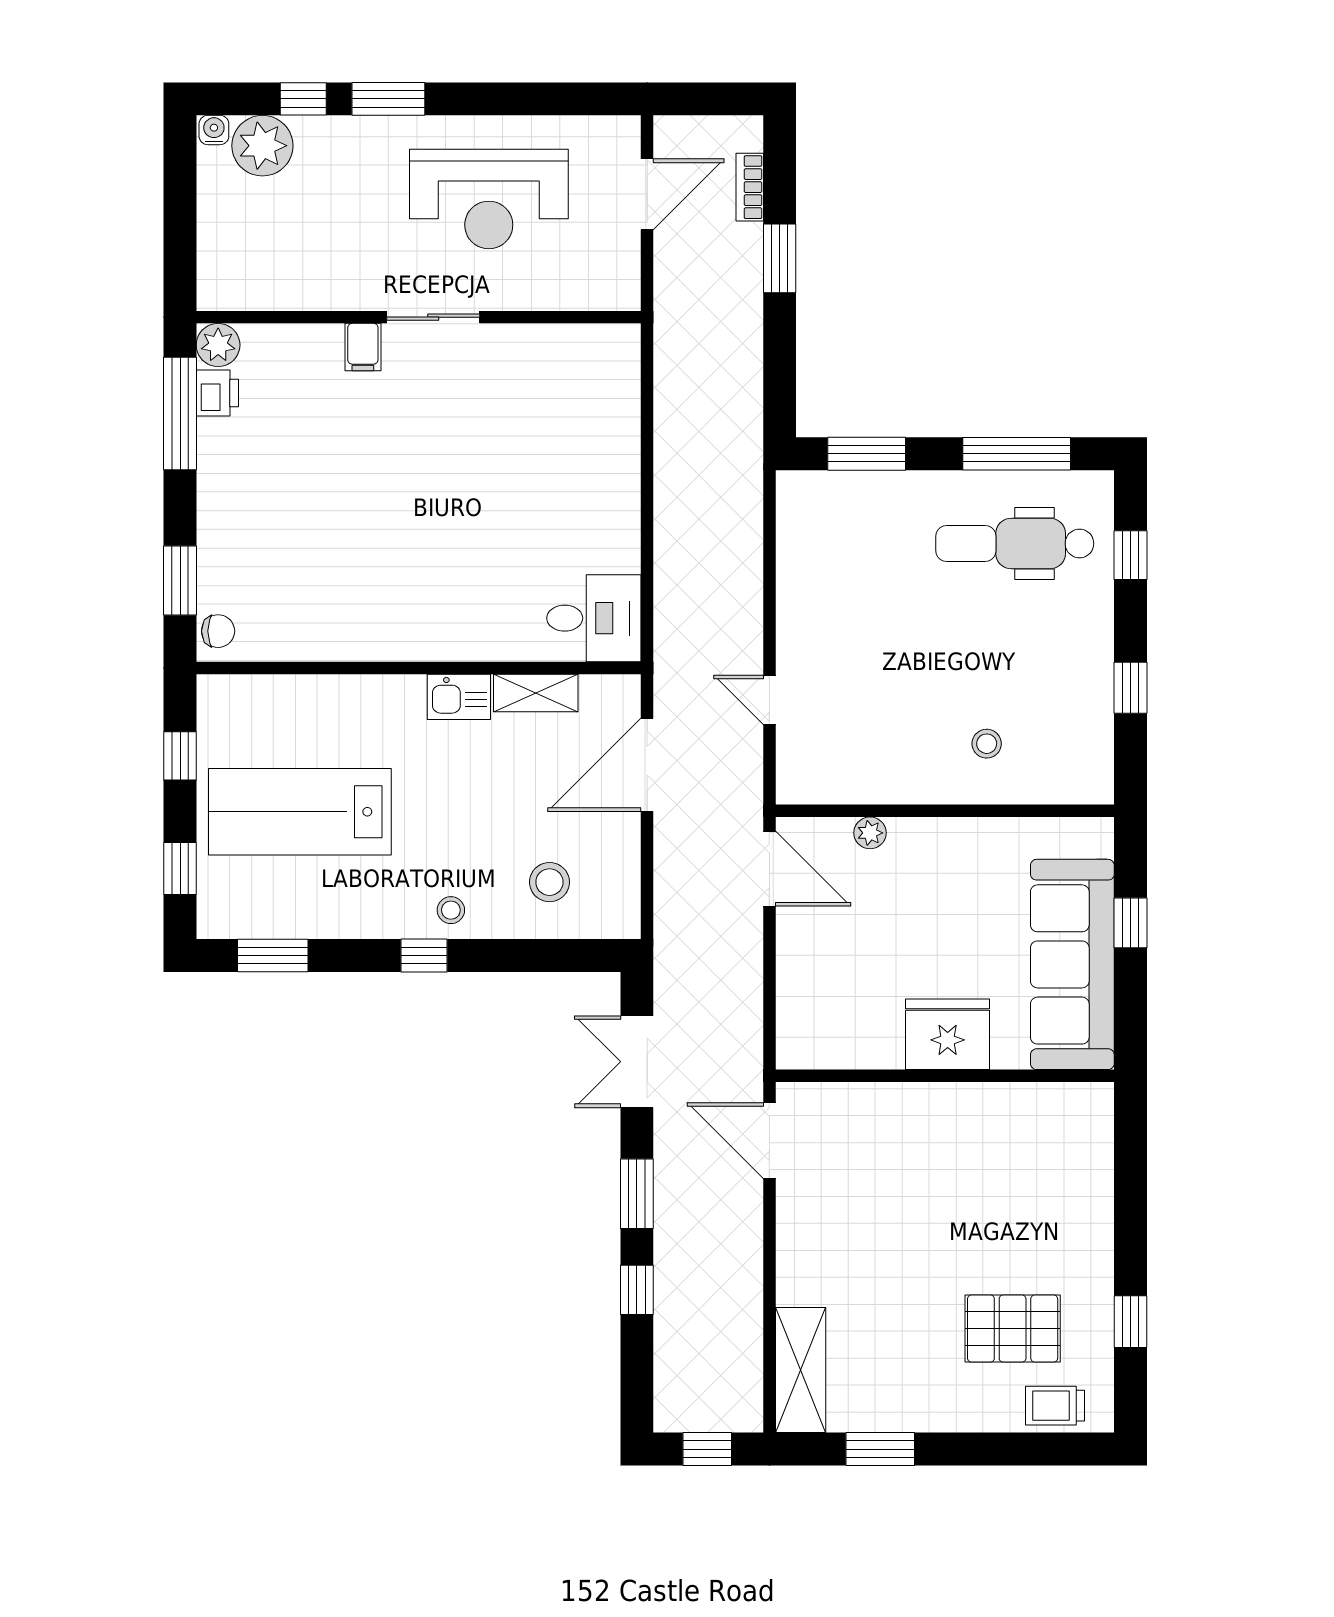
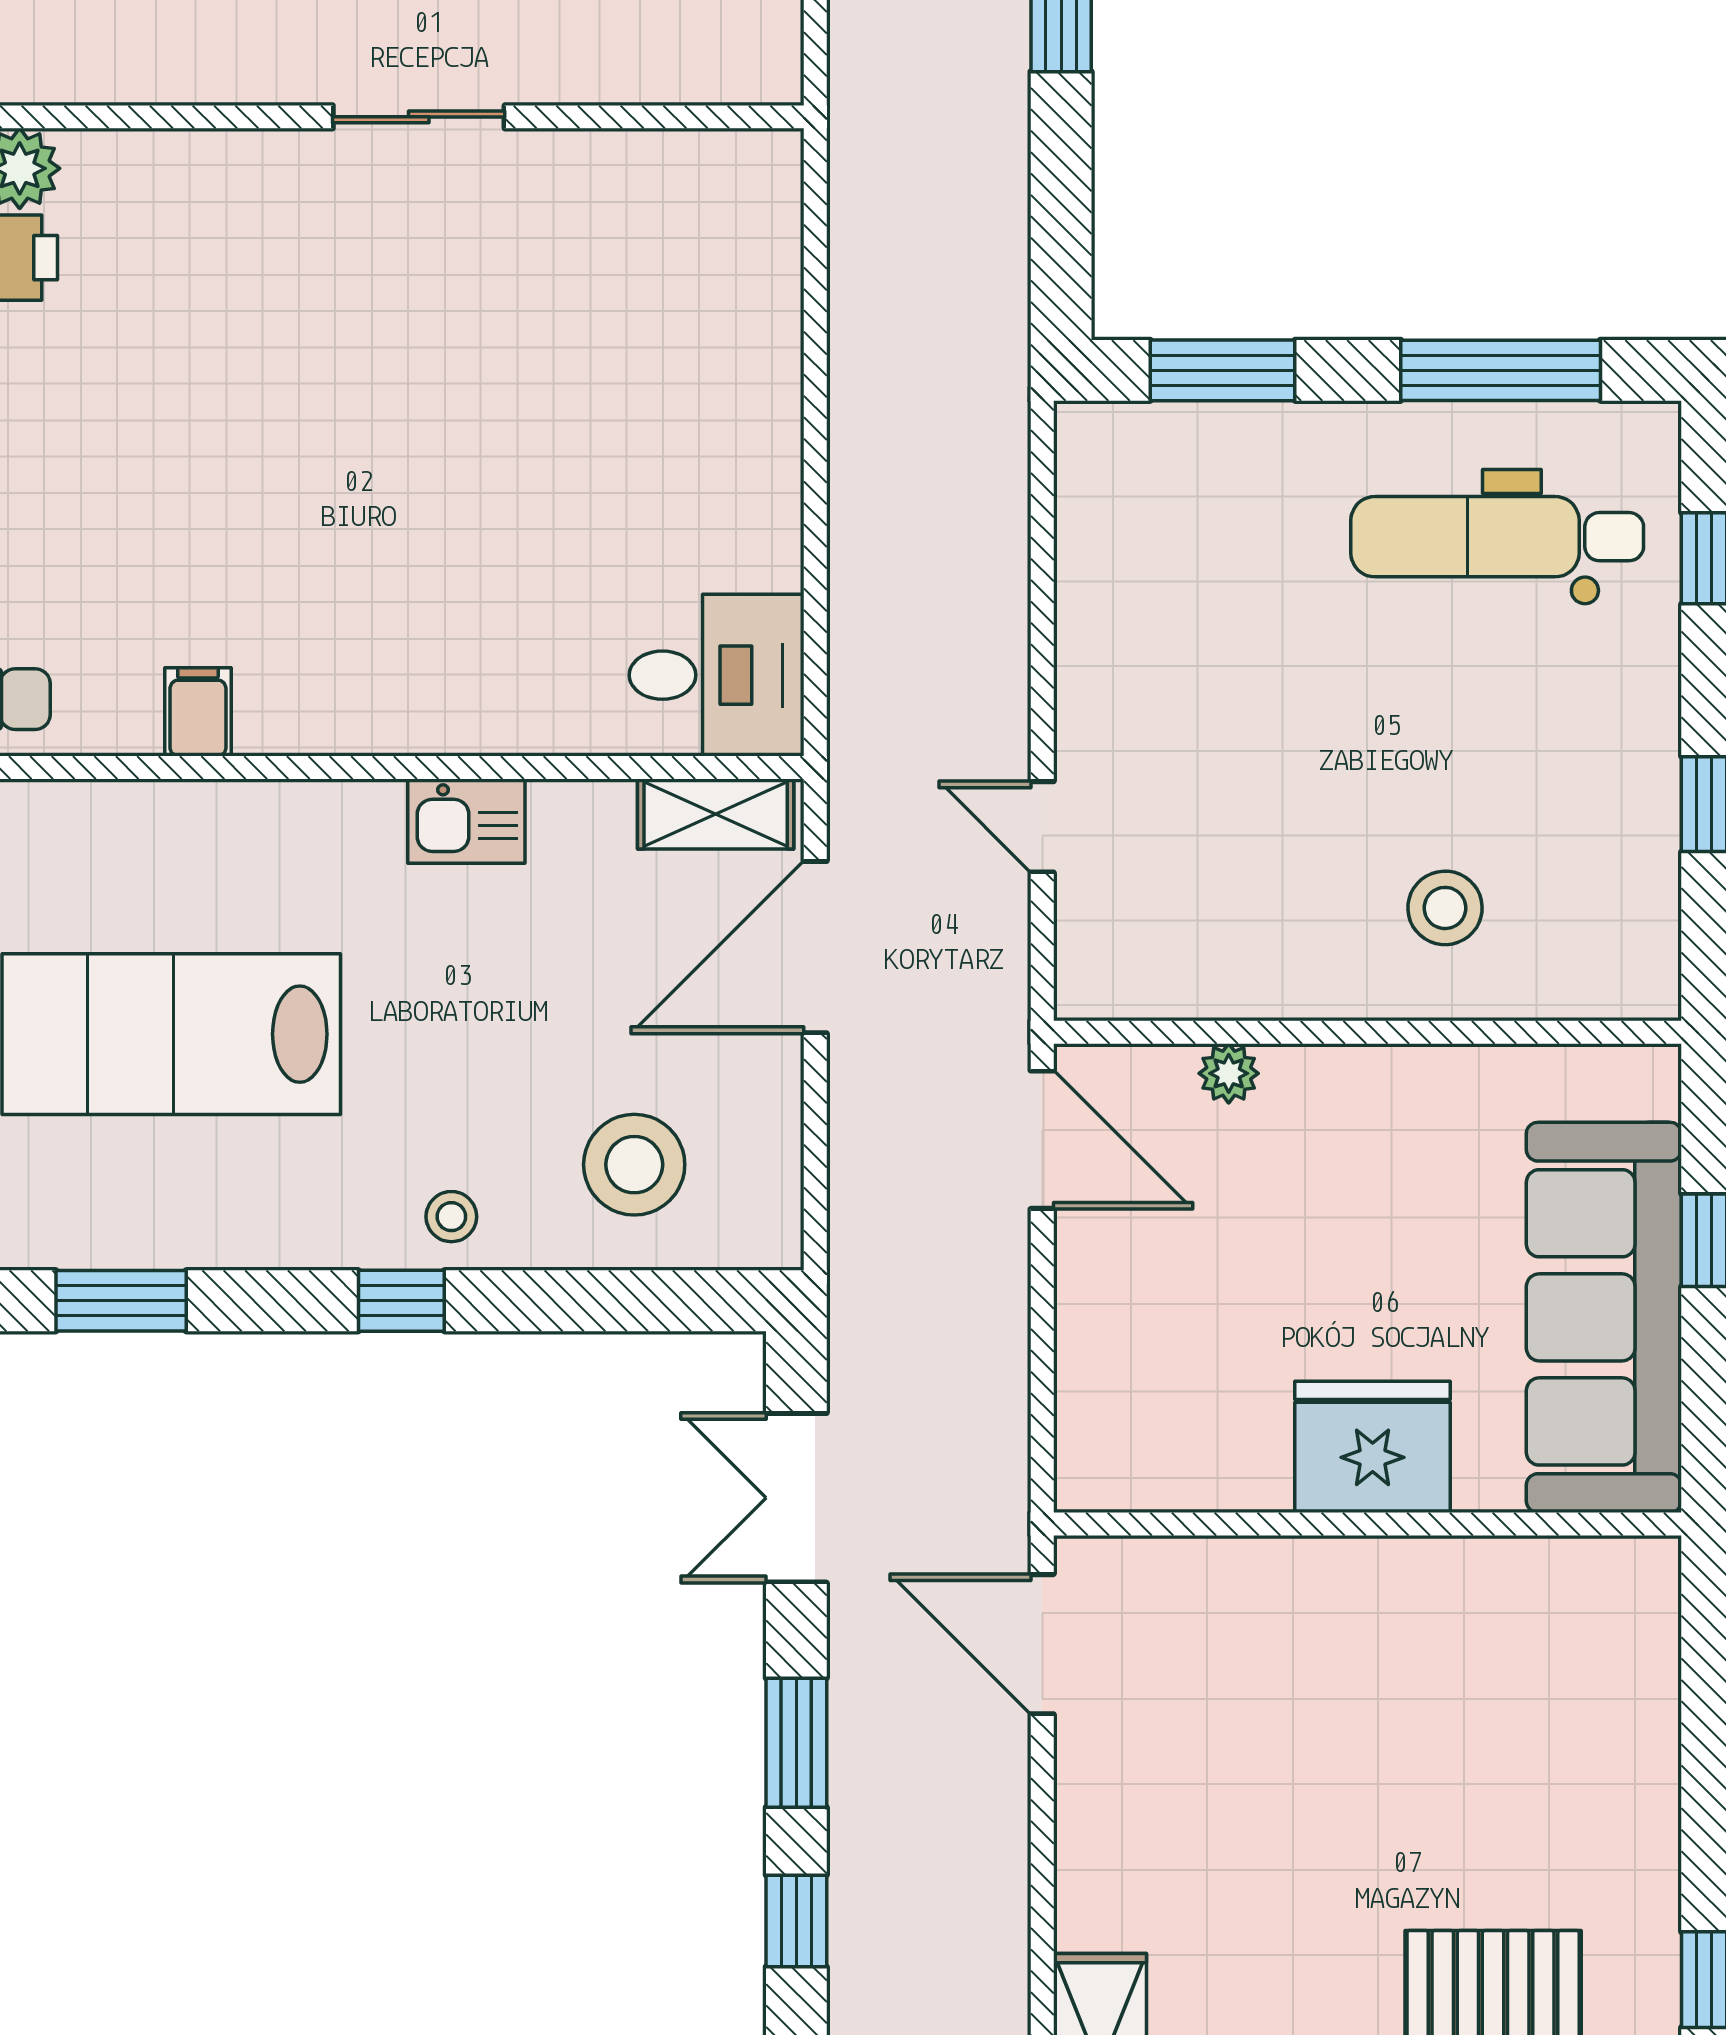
filing cabinet: (363, 347) -> (198, 712), moved, turned 180
shelving: (536, 693) -> (716, 814), moved
stool: (987, 744) -> (1445, 908), width x1.37, depth x1.37
stool: (549, 882) -> (634, 1165), width x1.38, depth x1.38

